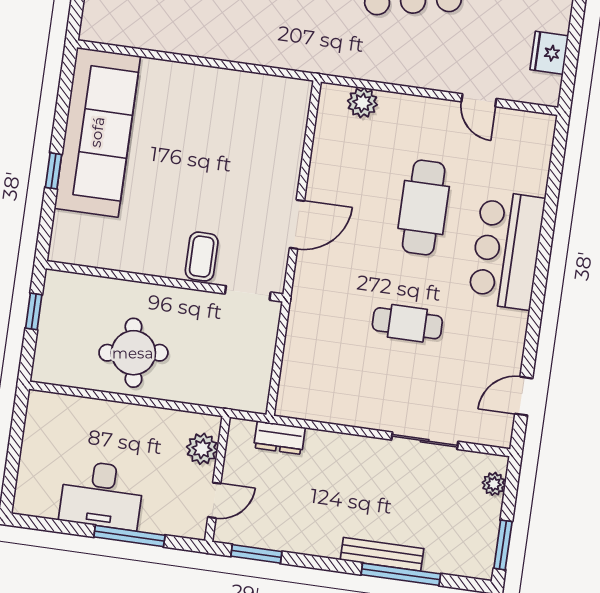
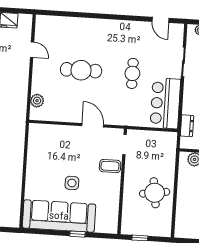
door: (479, 100) -> (32, 50), hinge flipped
side table: (170, 167) -> (72, 183), added
bar counter: (507, 250) -> (165, 103), moved, turned 90

